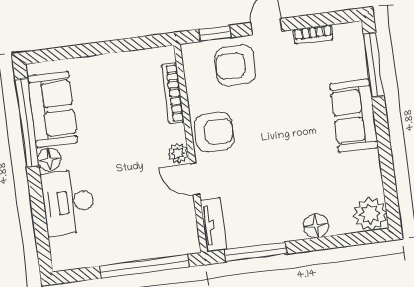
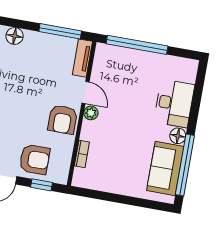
bookcase: (173, 93) -> (82, 154), width x0.64
armchair: (214, 132) -> (63, 120), turned -90

